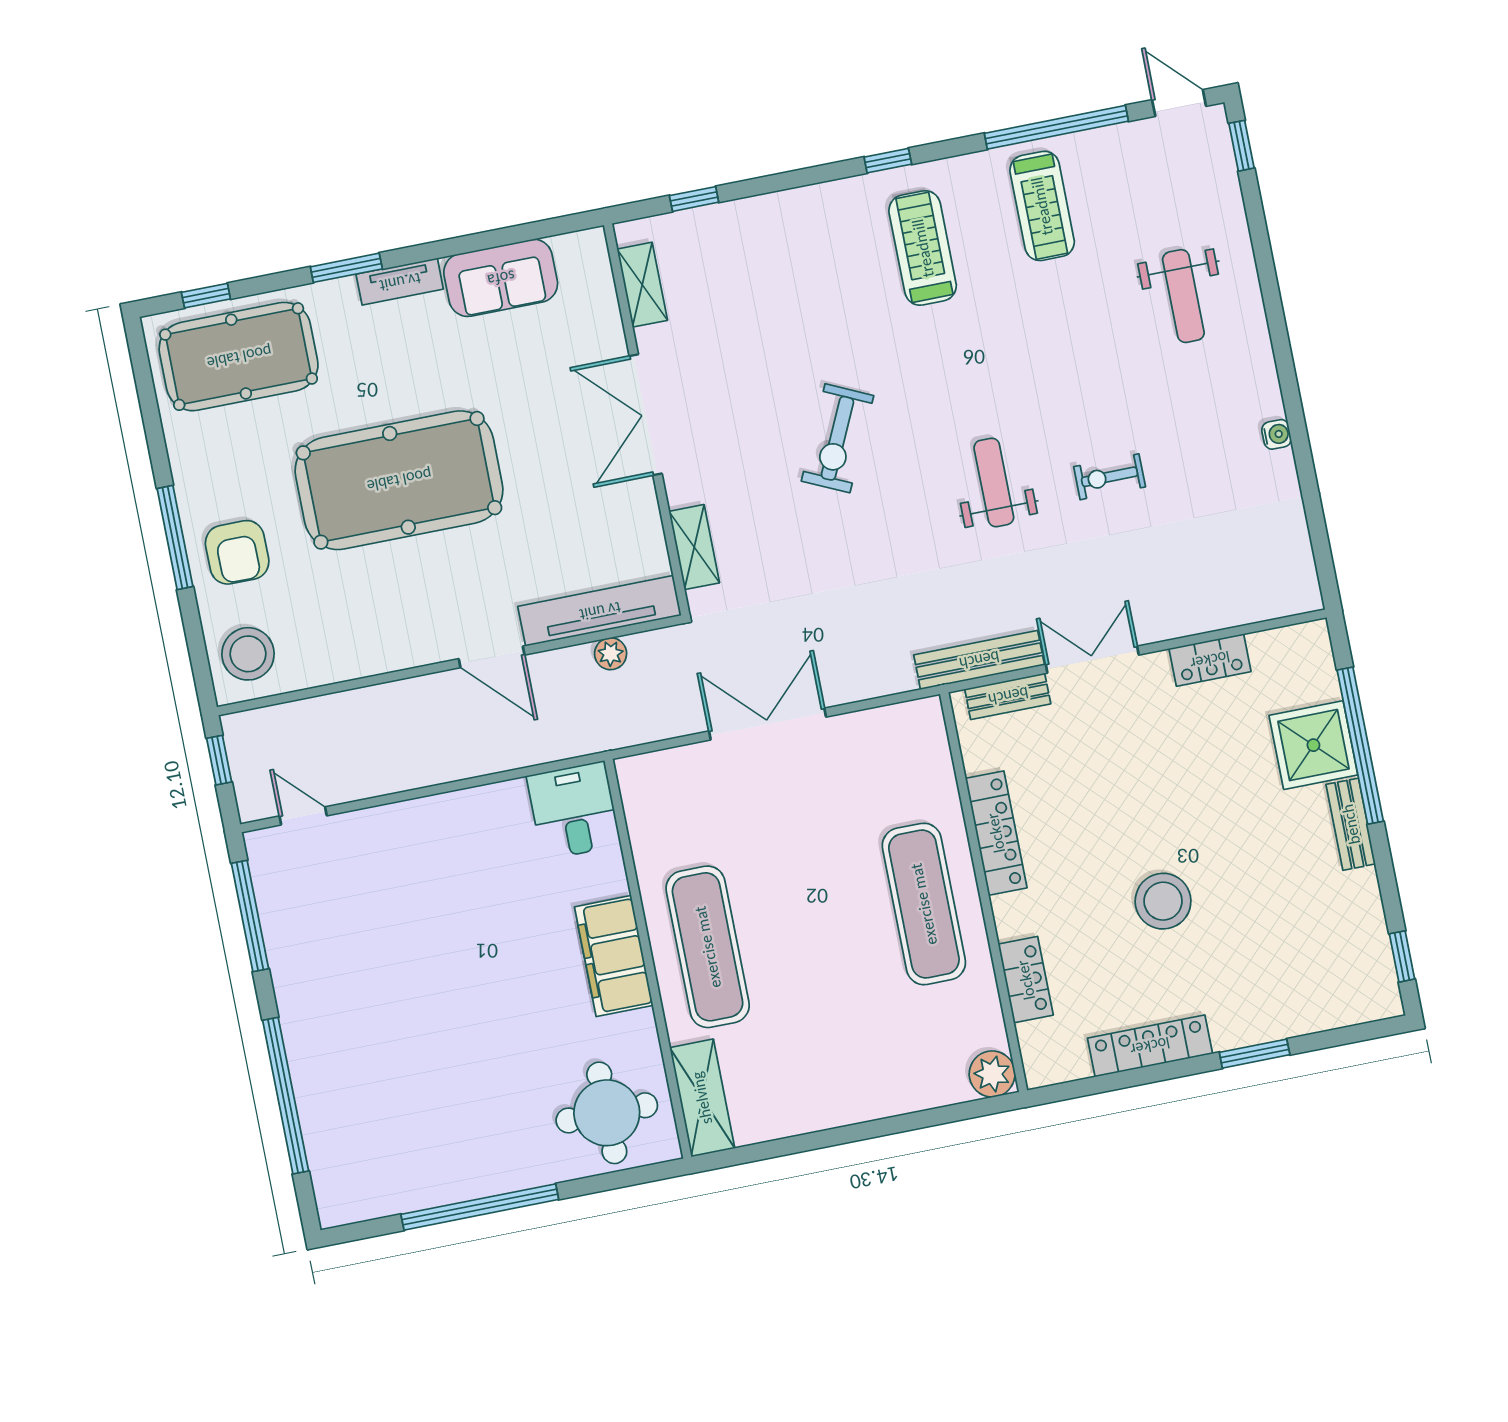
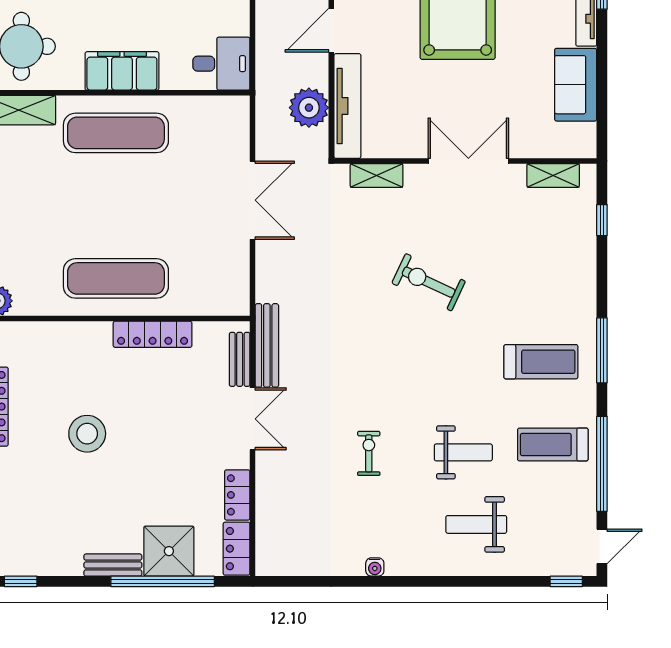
window: (888, 161) -> (602, 350), width x2.17
weight bench: (994, 482) -> (463, 452), moved
plant: (611, 654) -> (309, 108), width x1.88, depth x1.88
locker: (1026, 980) -> (237, 549), moved, turned 90

